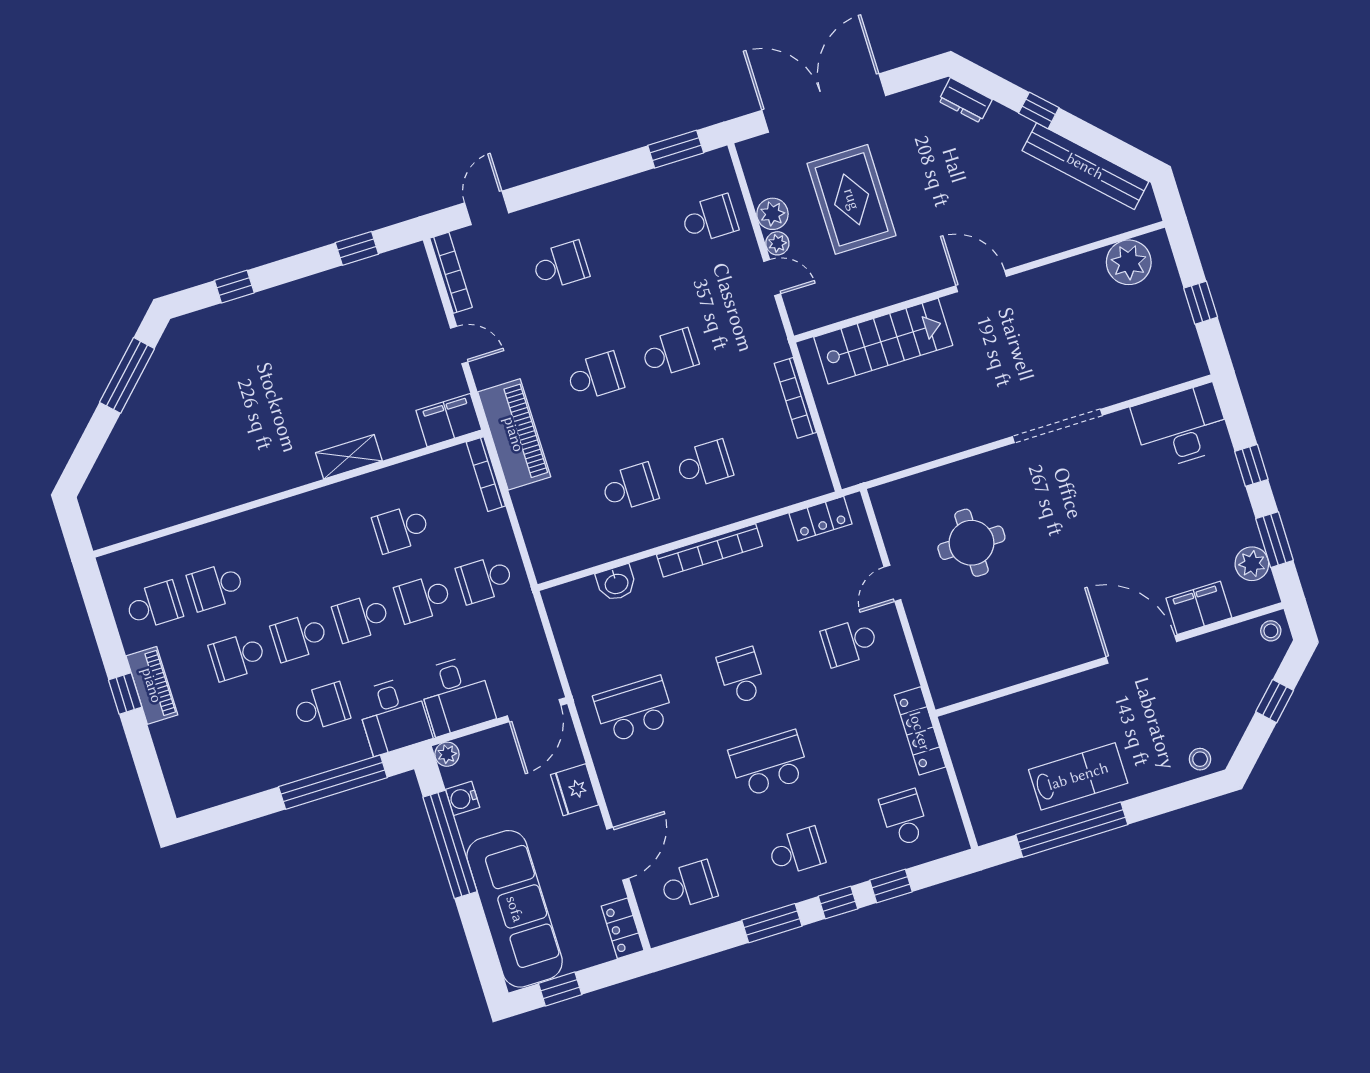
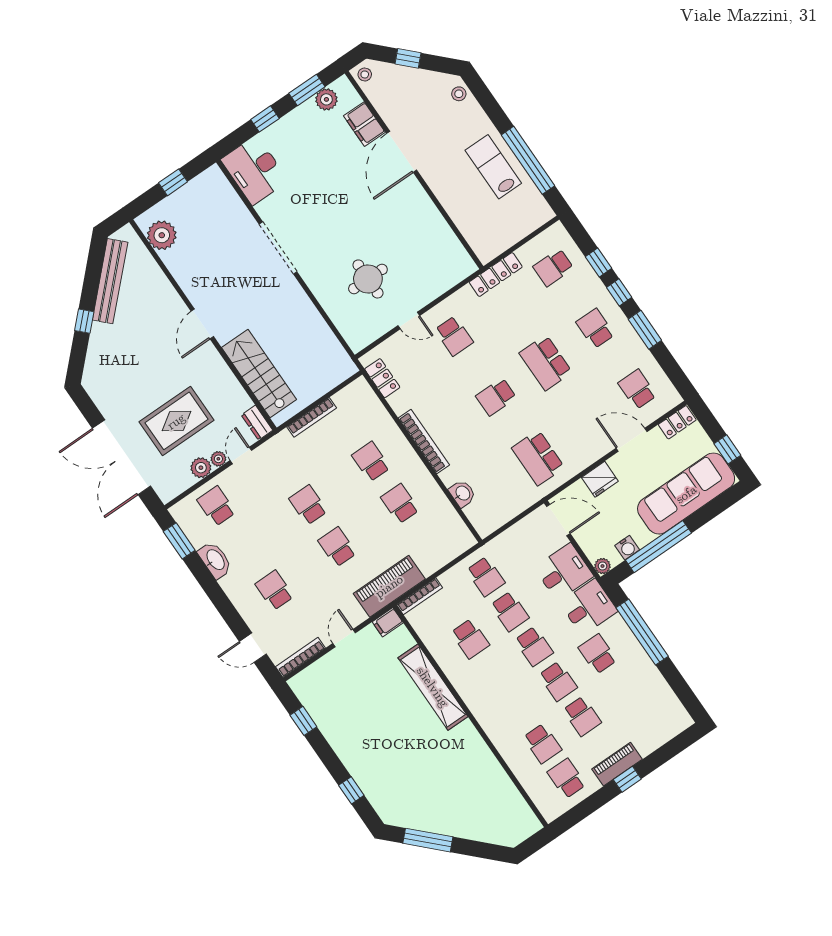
dresser: (965, 100) -> (257, 423), moved, turned 135
washbasin: (632, 193) -> (215, 560), added
filing cabinet: (449, 420) -> (388, 622), width x0.50
shelving: (349, 457) -> (433, 687), width x2.20, depth x1.33

